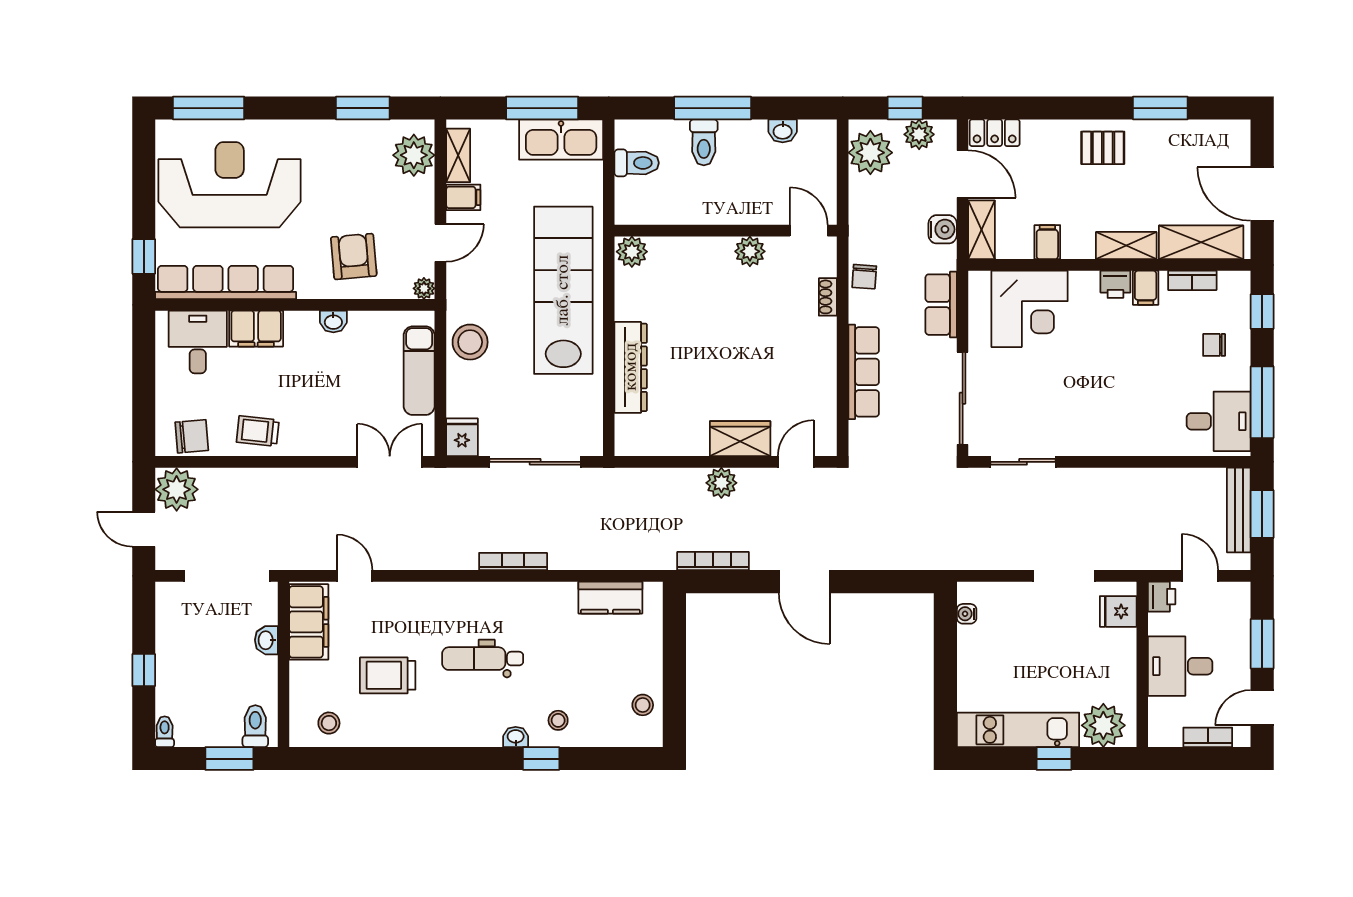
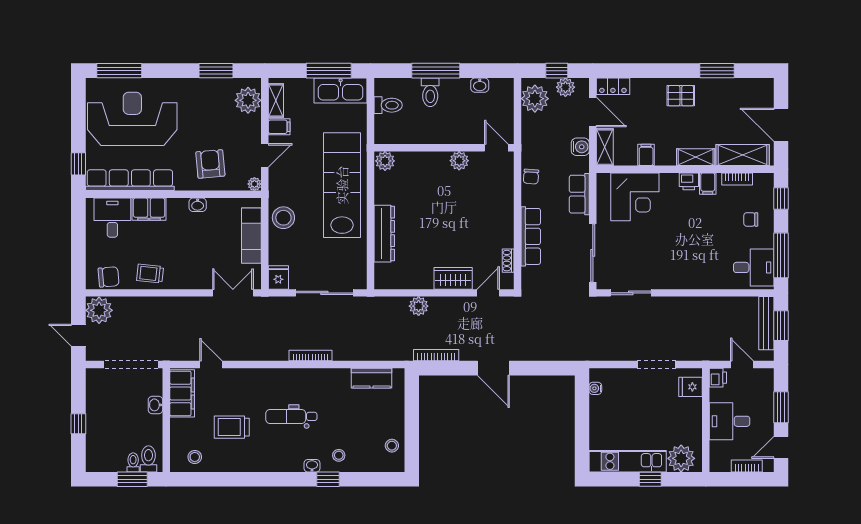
shoe rack: (828, 297) -> (508, 261), moved
plant: (721, 483) -> (419, 306), moved
toilet: (165, 732) -> (133, 462), moved

